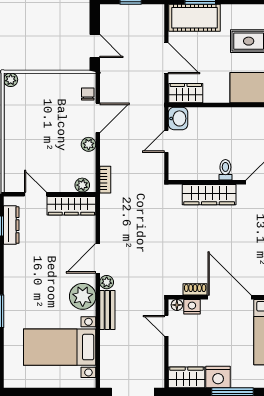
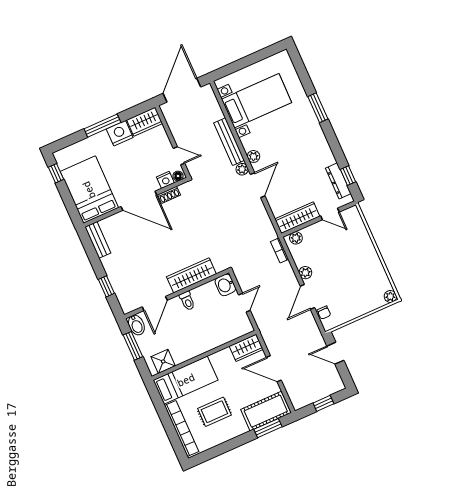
washbasin: (178, 118) -> (225, 285), moved
plant: (83, 296) -> (253, 156), width x0.53, depth x0.53
bench: (107, 310) -> (229, 142), width x1.36

